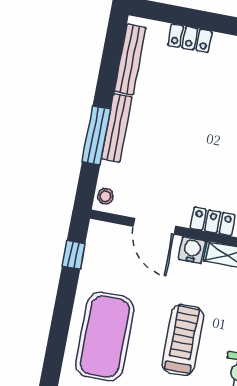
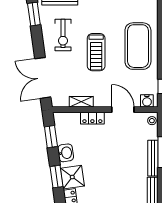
water cooler: (192, 250) -> (147, 101), moved

